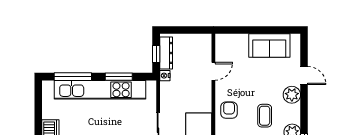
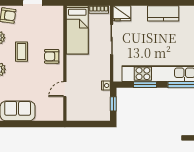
dresser: (166, 53) -> (105, 105), removed
armchair: (229, 110) -> (52, 56), turned 90

